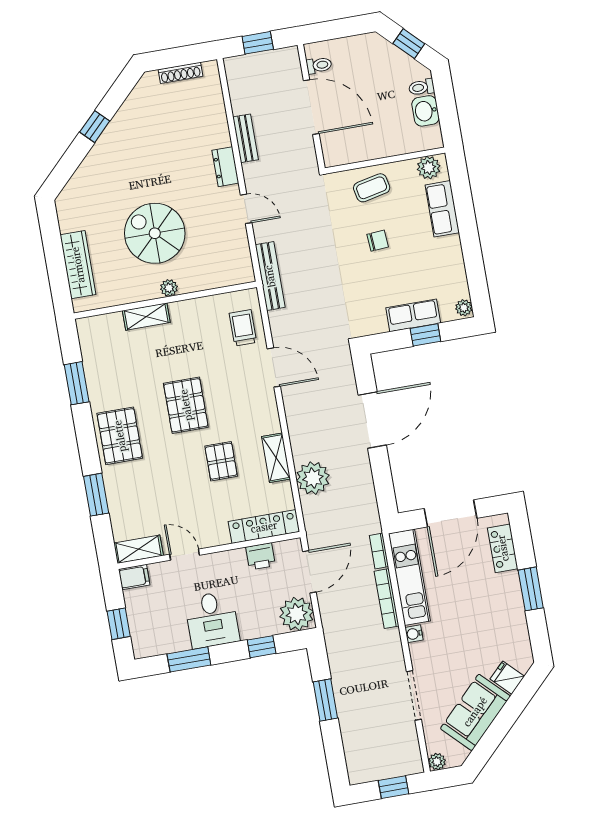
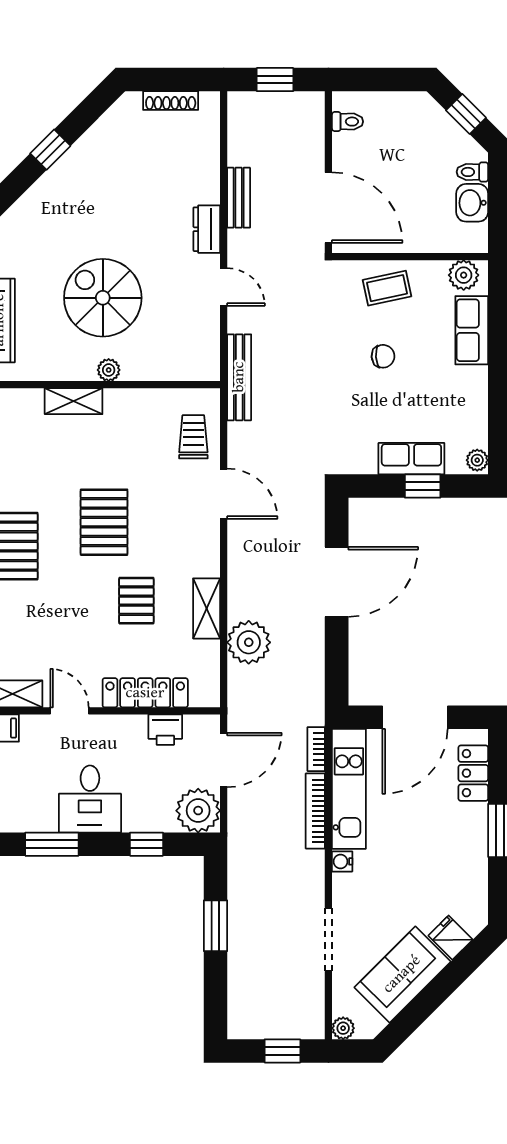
door: (311, 107) -> (328, 208), moved
locker: (264, 527) -> (145, 693), moved

